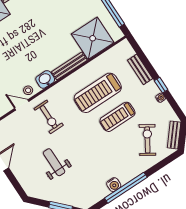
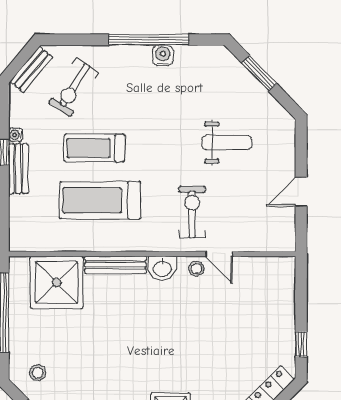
bench: (140, 69) -> (18, 169), moved
treadmill: (98, 93) -> (100, 200), turned 180
treadmill: (117, 117) -> (95, 148), turned 180
weight bench: (54, 162) -> (227, 143), turned -90

